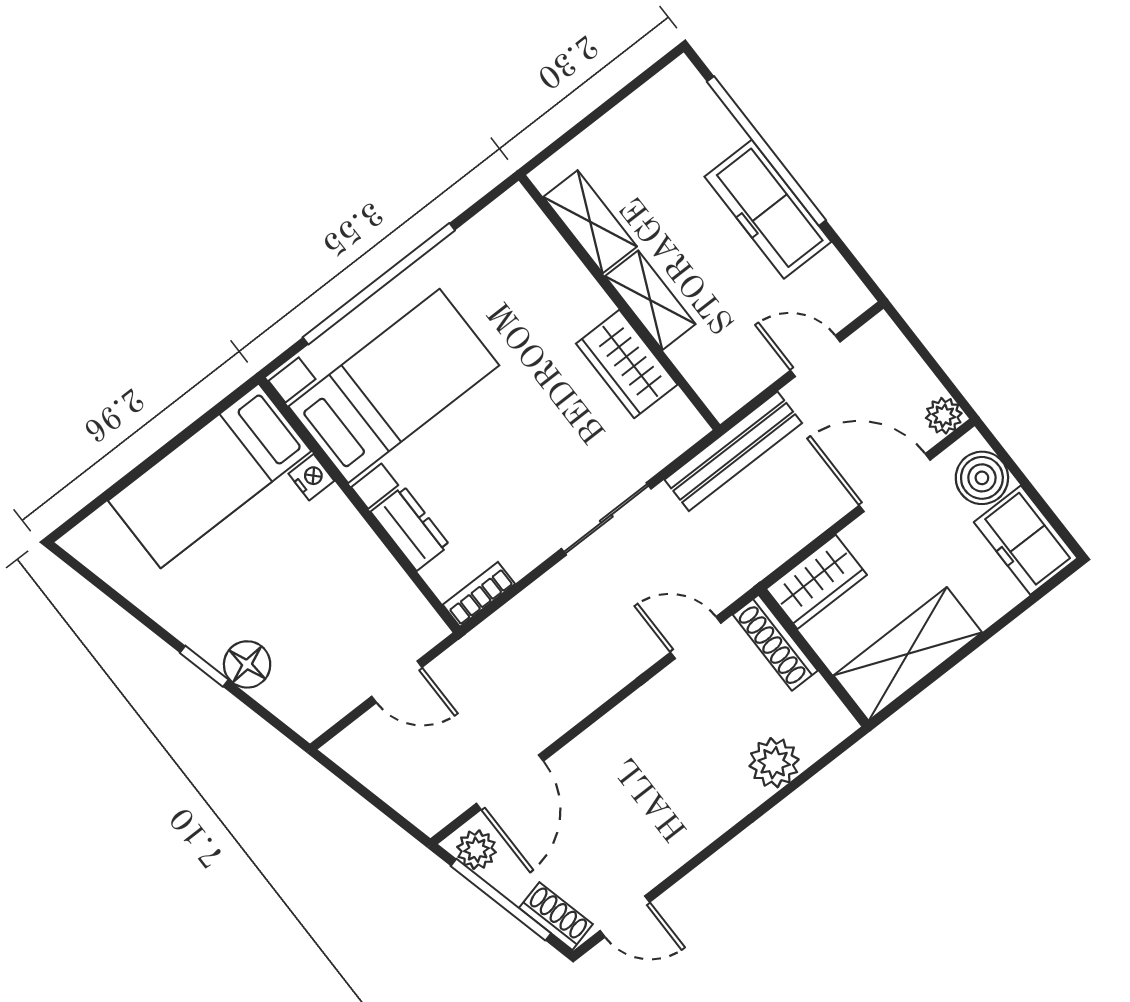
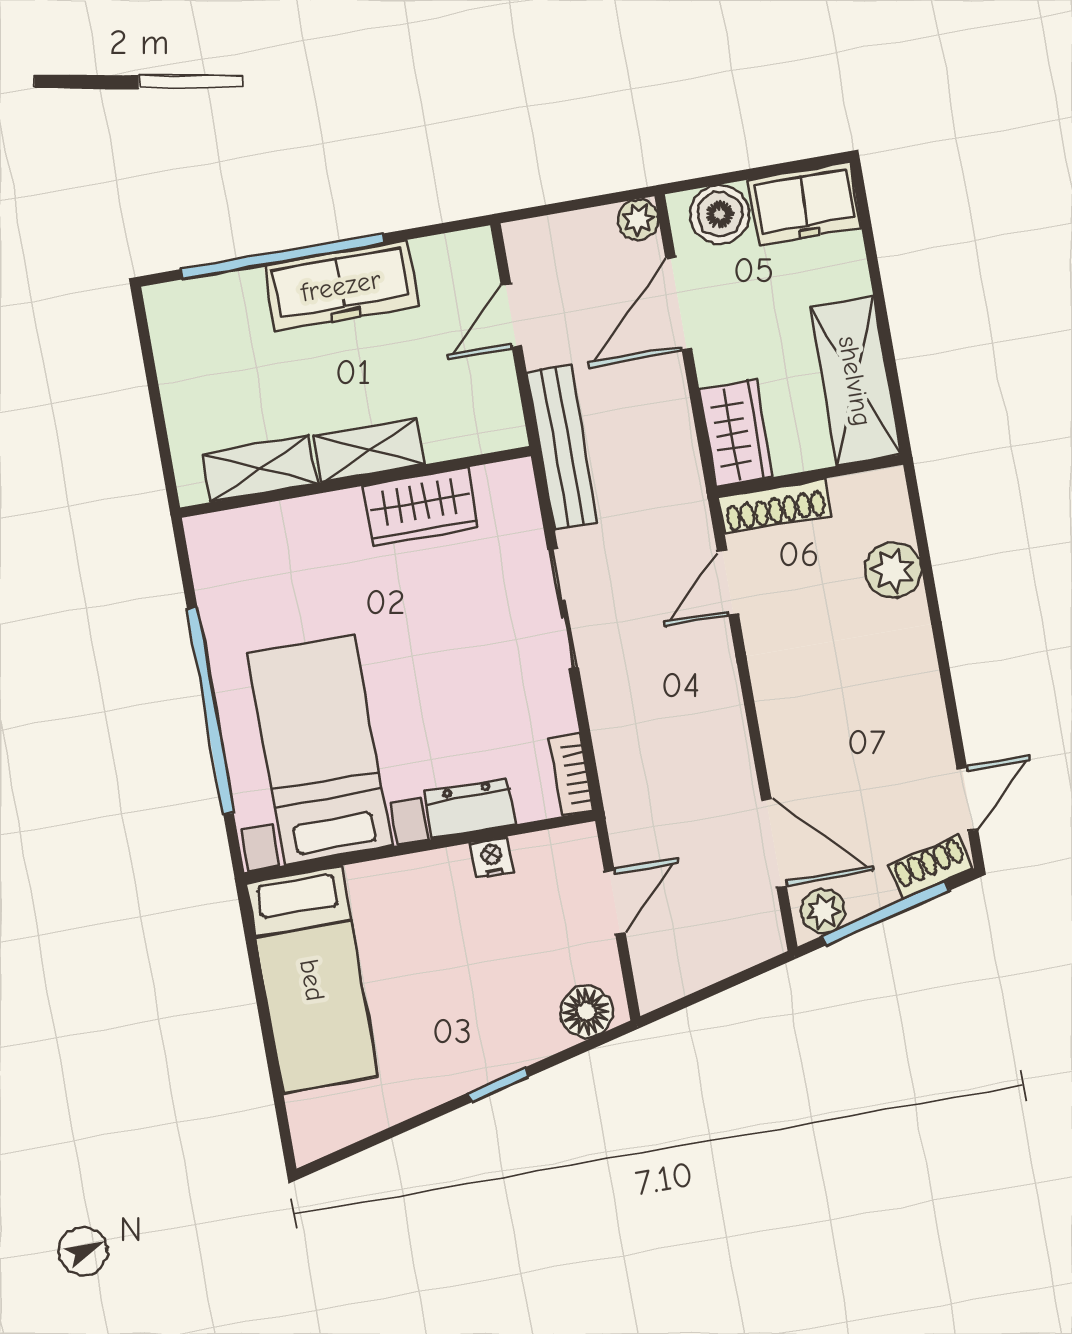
nightstand: (311, 477) -> (492, 857), moved
floor lamp: (247, 664) -> (586, 1012), moved

